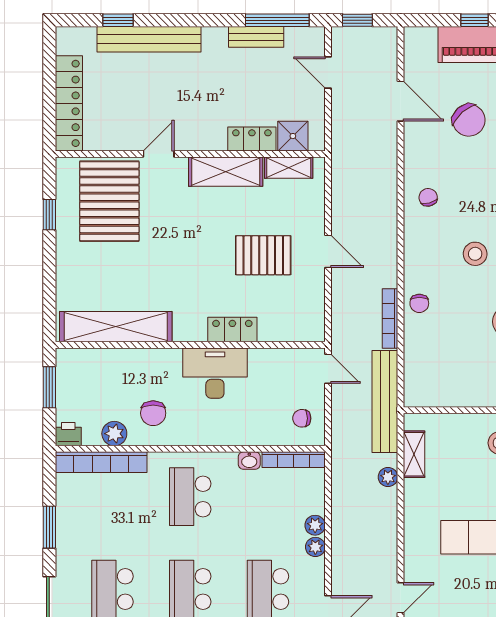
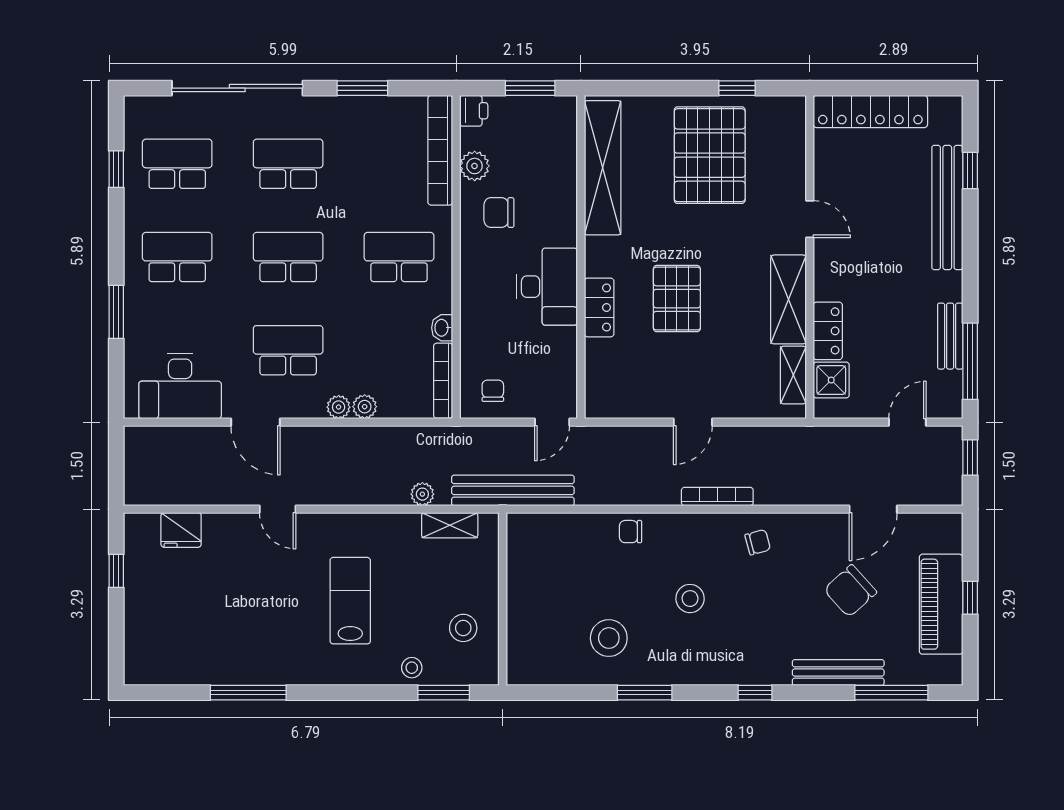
pallet: (109, 201) -> (710, 155), moved, turned 90
pallet: (263, 255) -> (677, 299), moved
bookcase: (390, 319) -> (717, 496), moved

